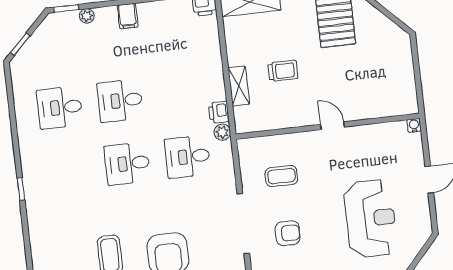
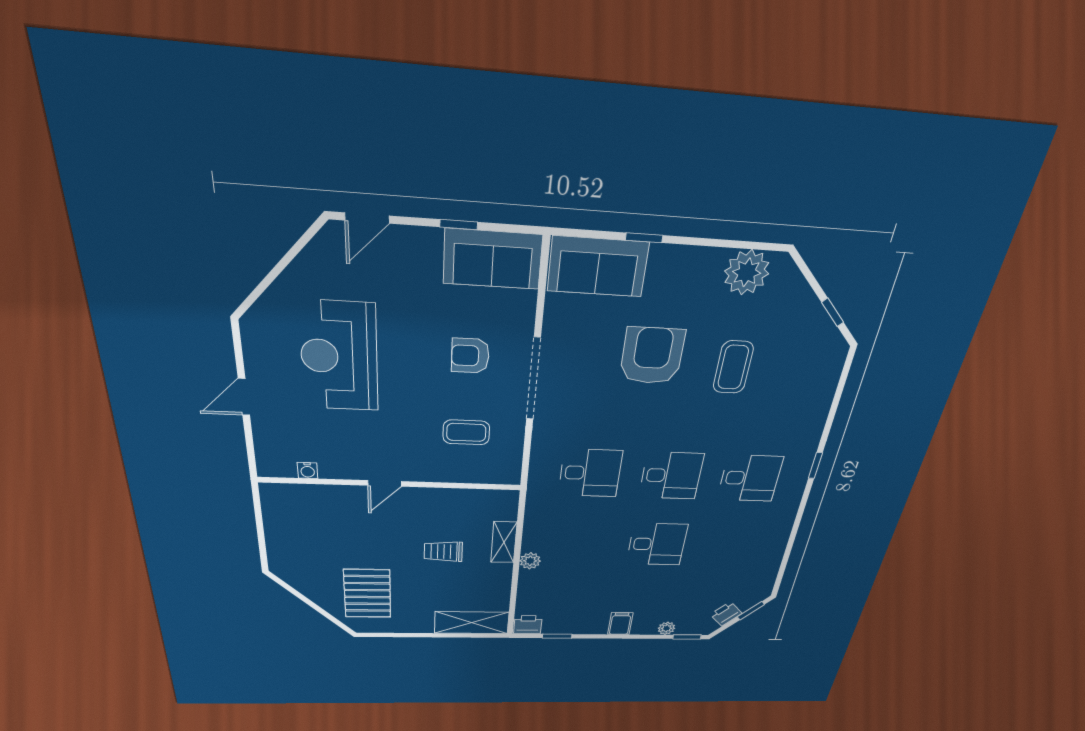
desk: (60, 108) -> (750, 478), moved
printer: (219, 112) -> (726, 614), moved, turned -135
water cooler: (414, 125) -> (308, 470), moved
door: (333, 126) -> (385, 483), hinge flipped
plant: (222, 132) -> (530, 561), moved

